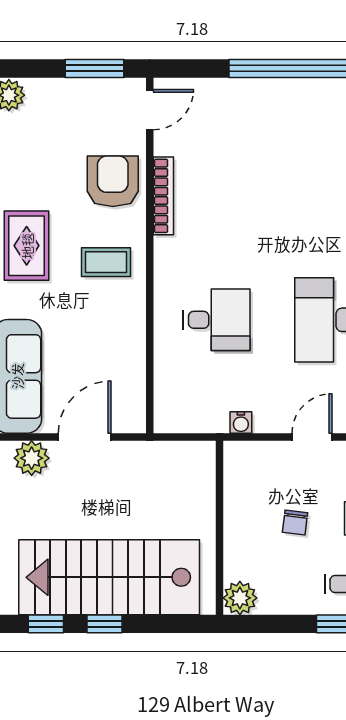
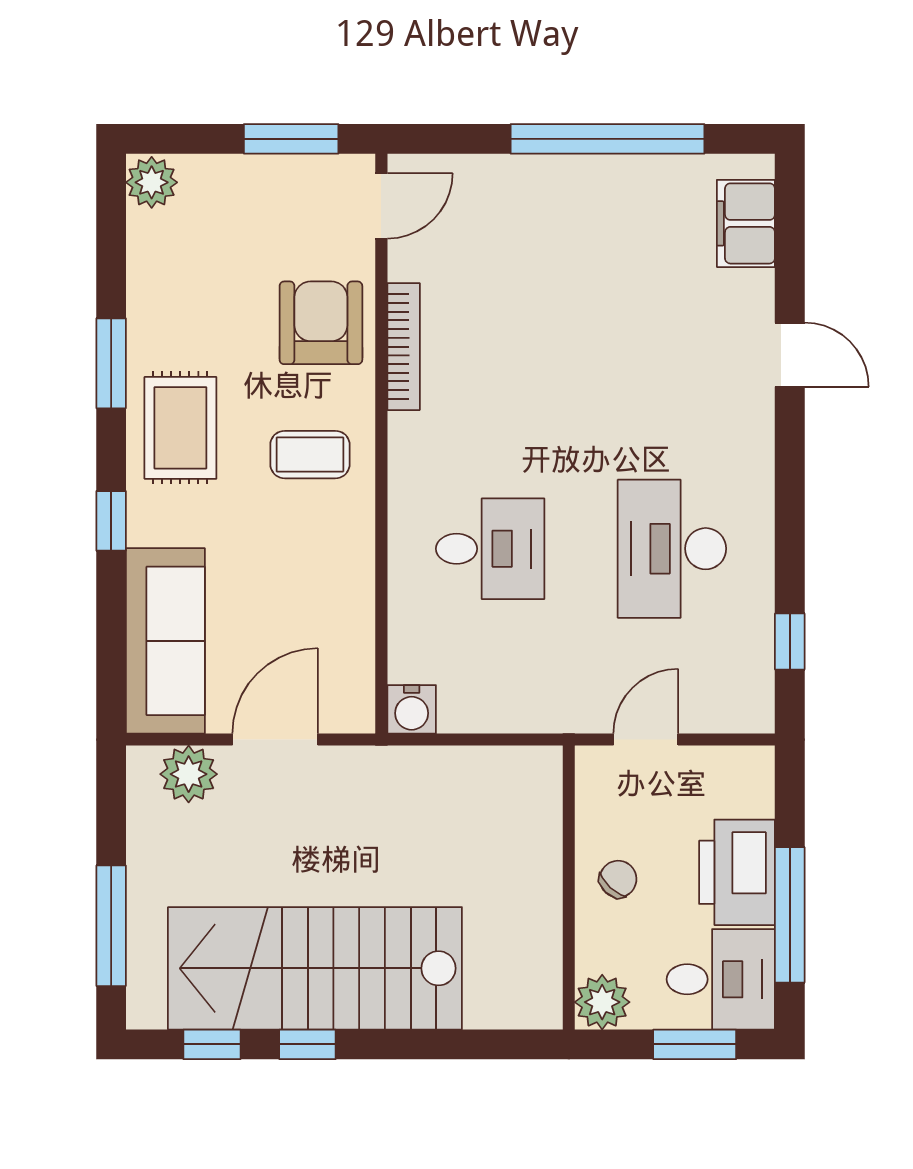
water cooler: (241, 423) -> (412, 709), moved, width x1.38, depth x1.38
chair: (295, 523) -> (618, 879), turned -144
wall: (219, 528) -> (569, 888), moved
plant: (240, 598) -> (602, 1002), moved

